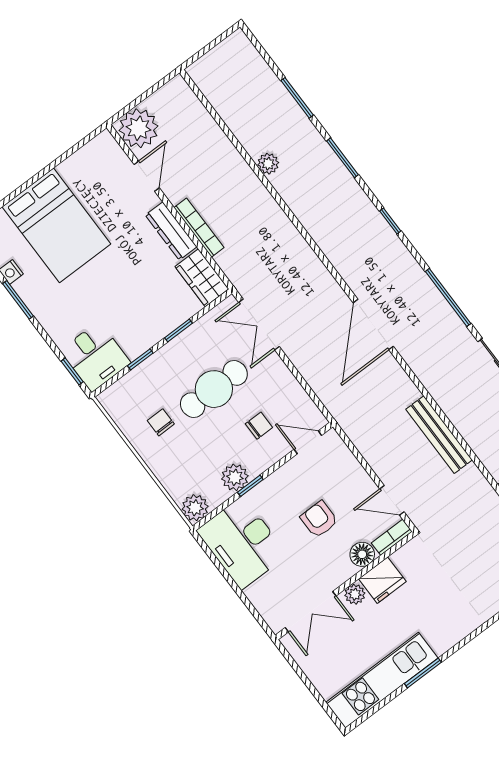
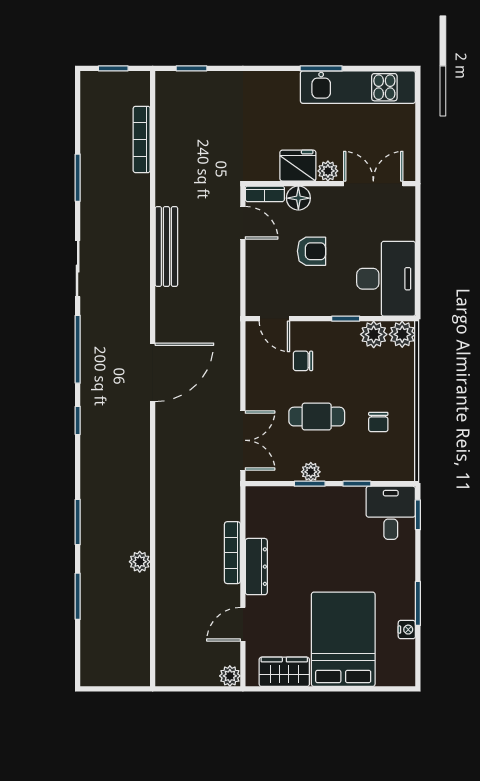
plant: (139, 128) -> (230, 676), width x0.53, depth x0.53
window: (390, 221) -> (78, 420), moved
wardrobe: (202, 278) -> (284, 672), moved, turned -90
plant: (185, 341) -> (311, 472), added
cafe table: (214, 389) -> (317, 417), width x0.73, depth x0.74
plant: (235, 477) -> (374, 334), moved
armchair: (319, 519) -> (312, 251), turned -90

